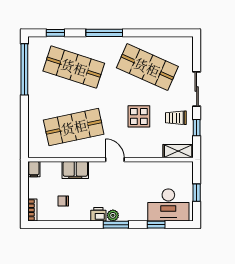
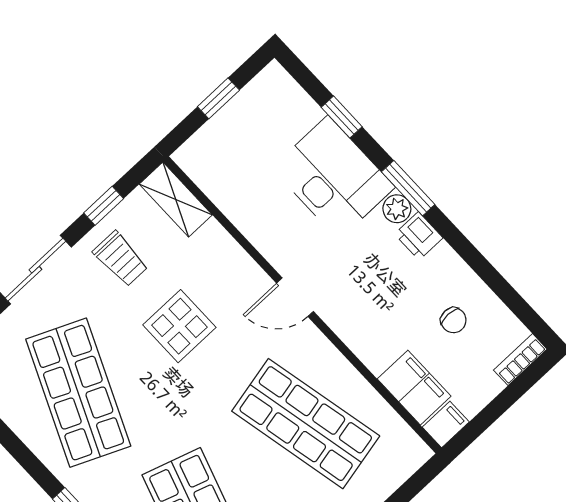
door: (115, 160) -> (295, 297), hinge flipped
filing cabinet: (75, 170) -> (414, 388), moved
desk: (168, 205) -> (333, 178), moved

